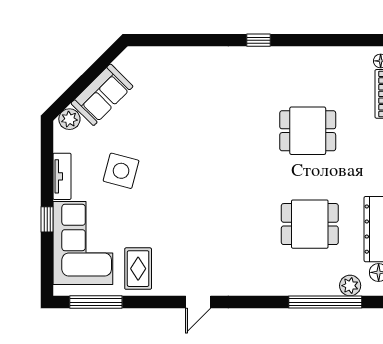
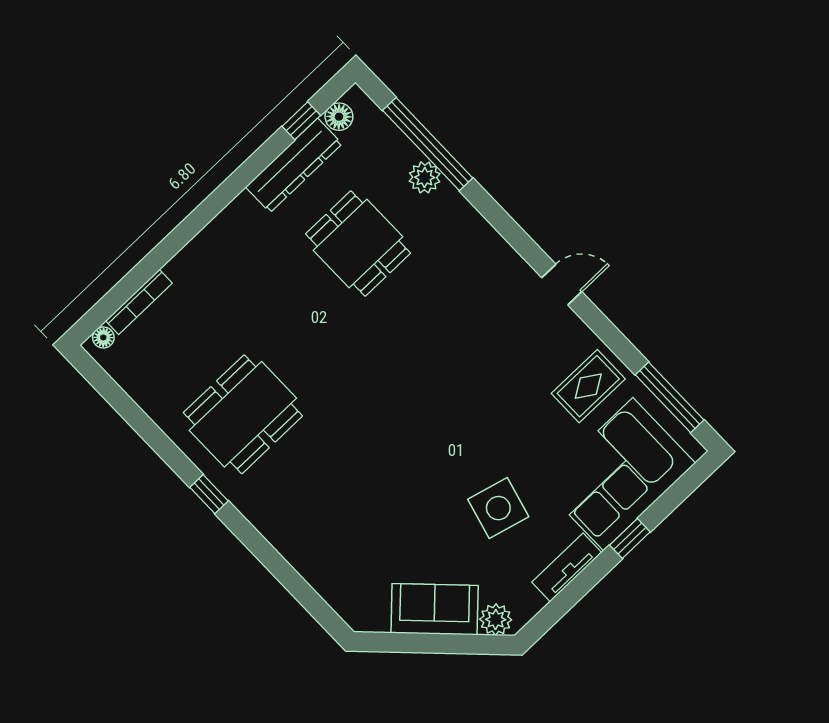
dining table: (308, 131) -> (243, 414), moved, width x1.37
plant: (350, 286) -> (425, 177), moved

